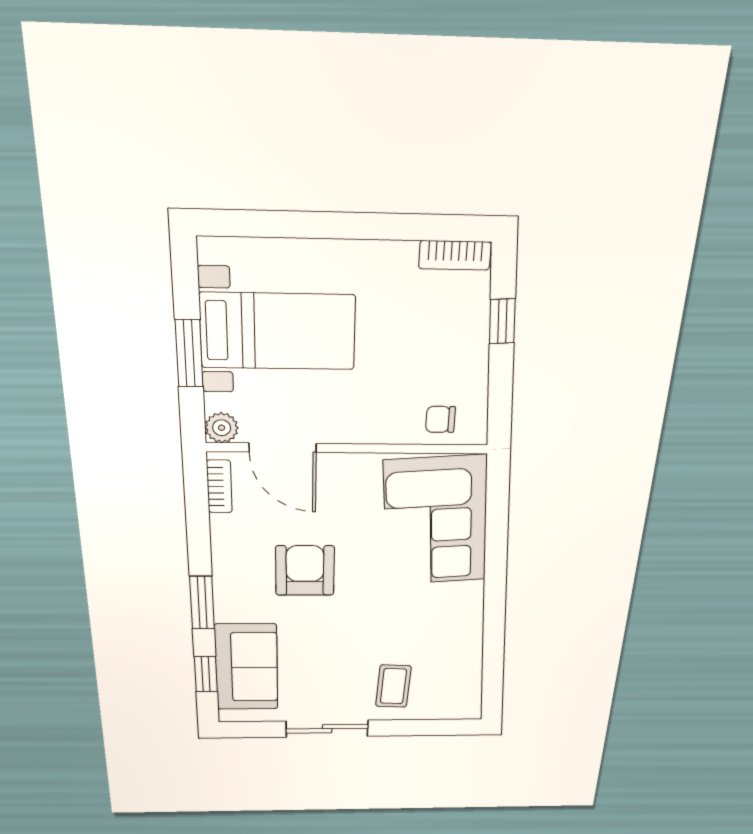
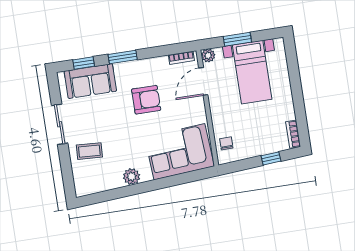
plant: (466, 619) -> (132, 177), added

